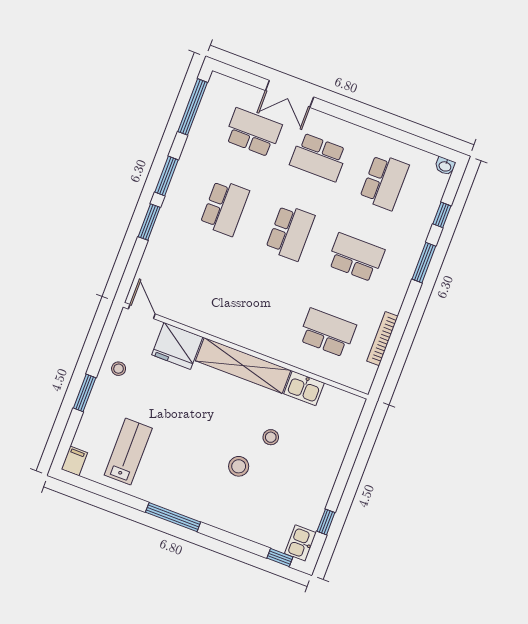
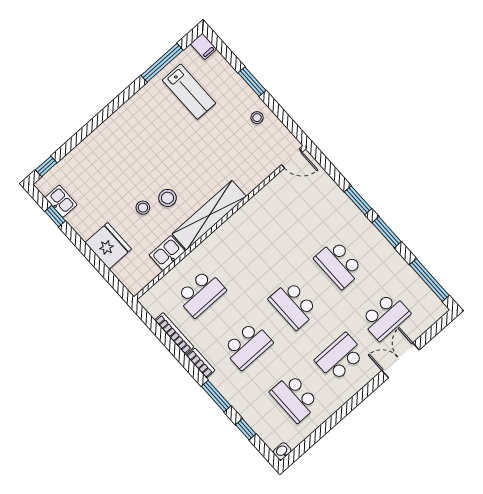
bookcase: (398, 296) -> (201, 363), added
fridge: (177, 346) -> (108, 246), moved, turned 90
stool: (239, 466) -> (167, 198), moved
window: (173, 517) -> (162, 63), moved
kitchen sink: (300, 543) -> (61, 201), moved

